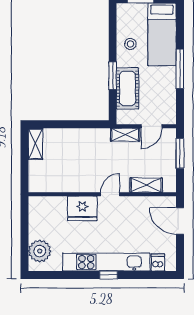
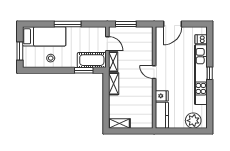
window: (113, 76) -> (84, 70), moved
cot: (128, 88) -> (92, 60), moved
shelving: (146, 185) -> (114, 84), moved
kitchen counter: (47, 206) -> (162, 115), added
fridge: (82, 208) -> (162, 96), width x0.53, depth x0.75

